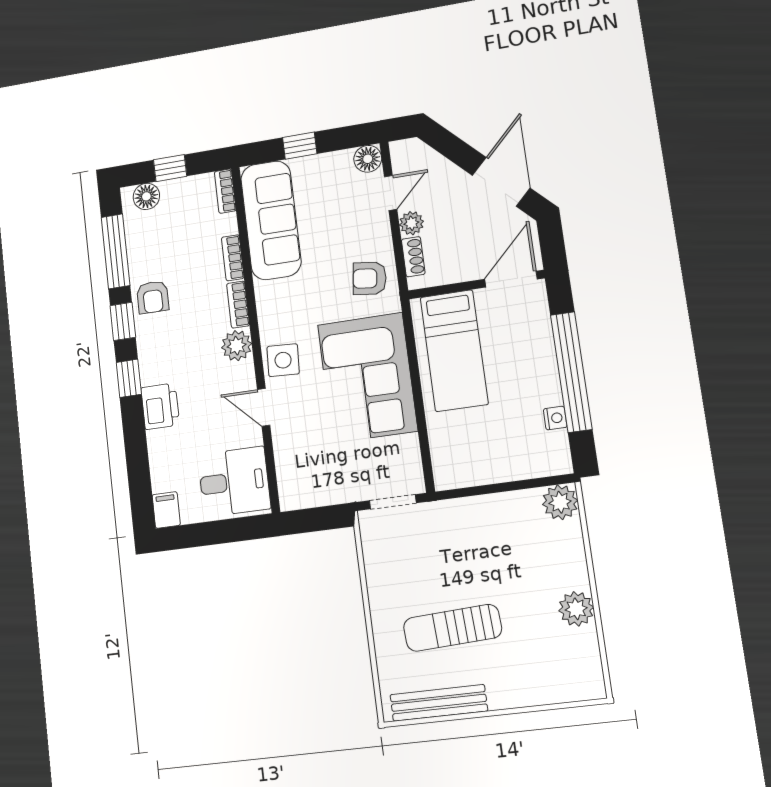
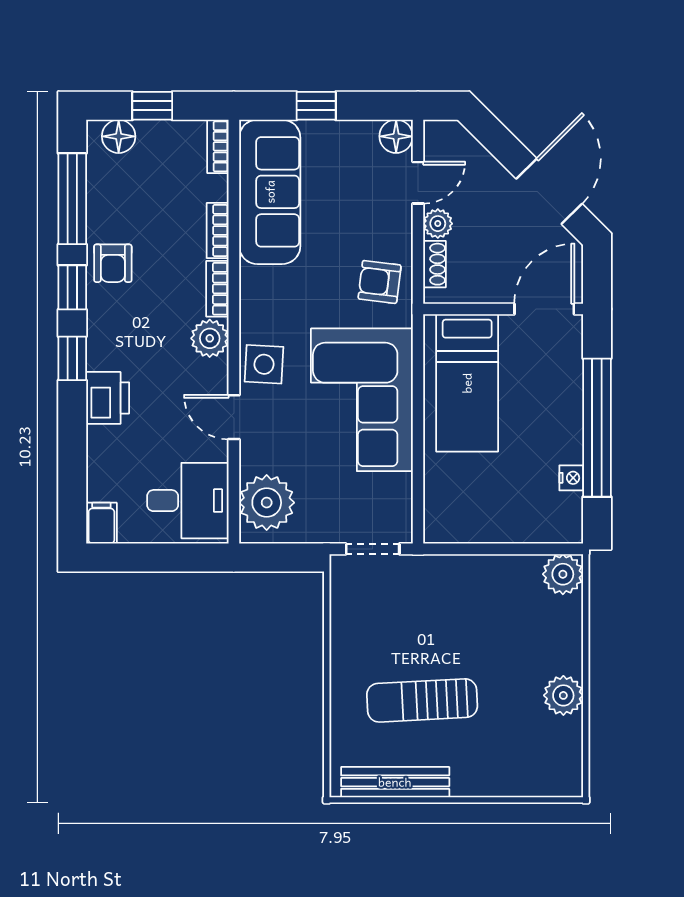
plant: (299, 475) -> (267, 503), added

